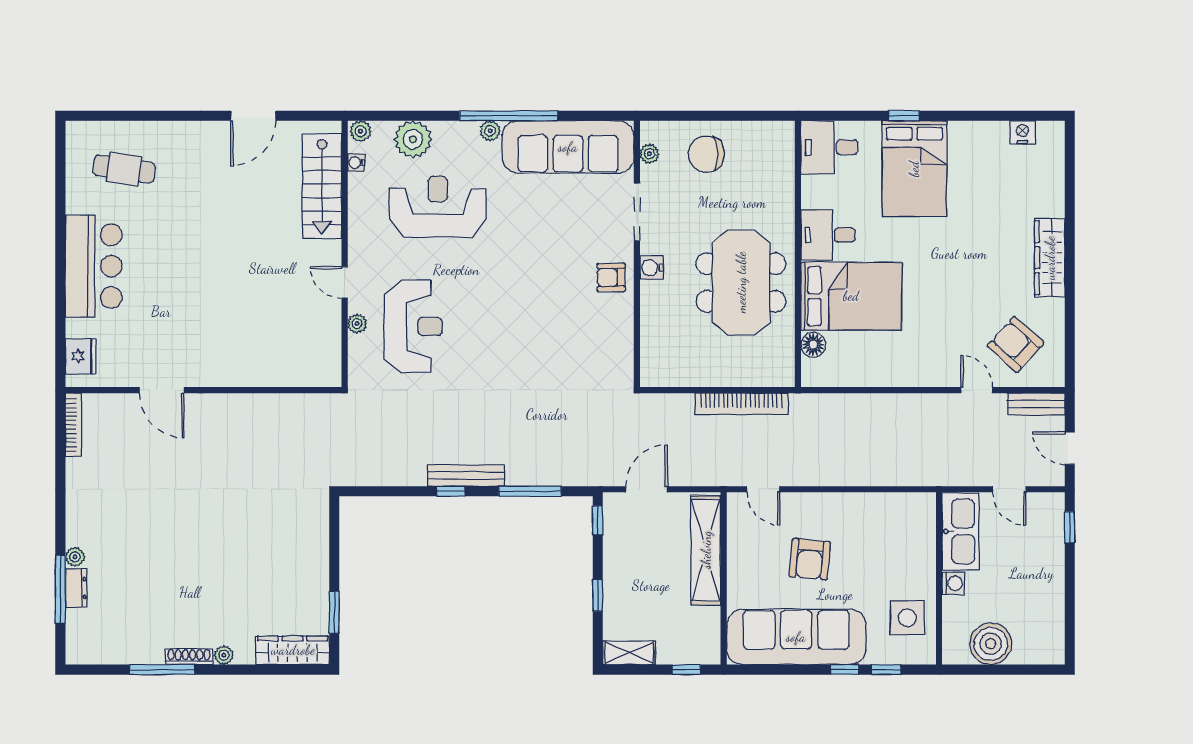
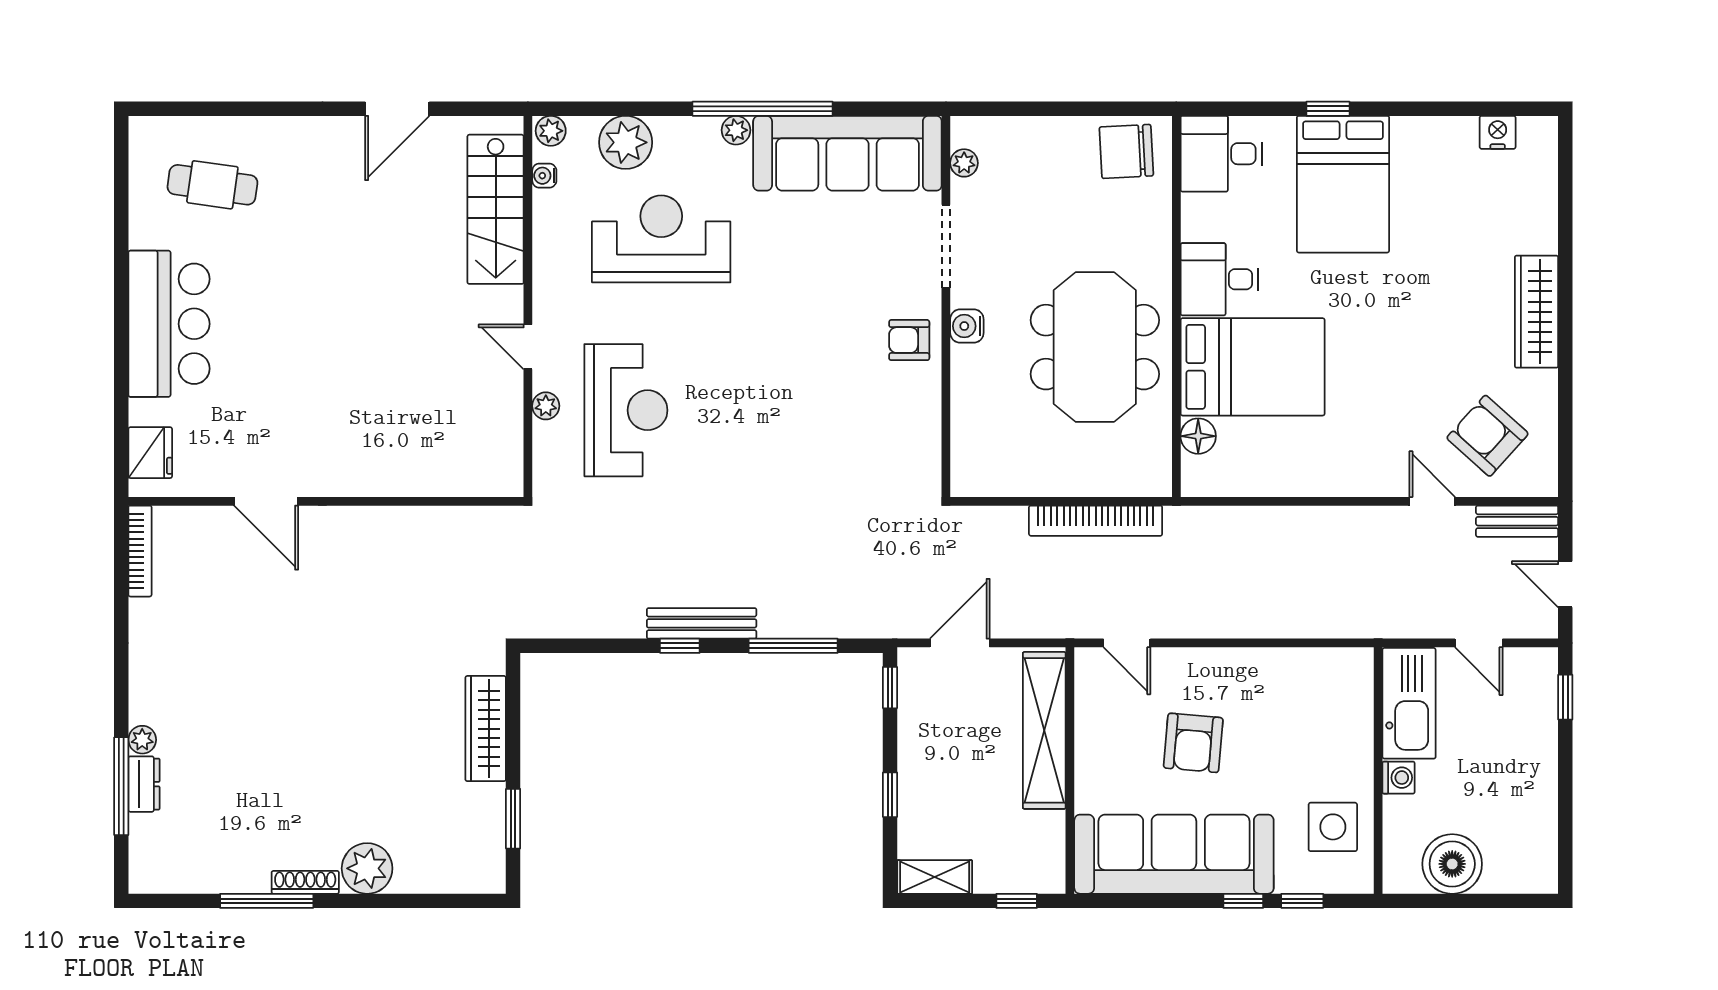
chair: (706, 154) -> (1126, 151), moved
wardrobe: (293, 650) -> (486, 729), moved, turned -90
plant: (224, 655) -> (367, 868), width x1.88, depth x1.88

